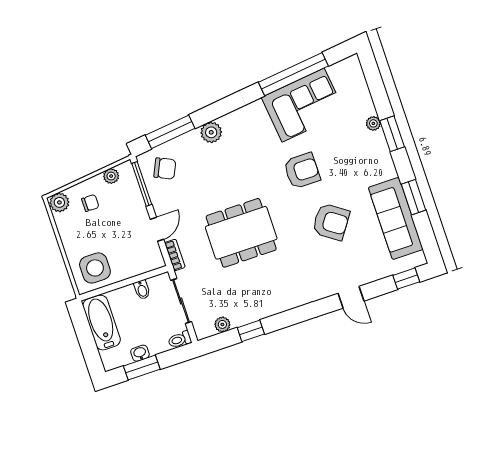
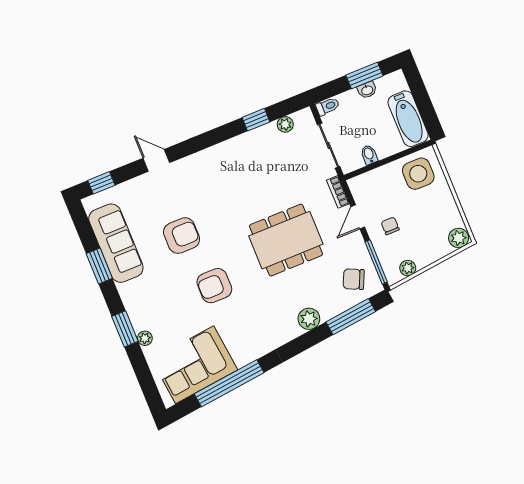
corner sofa: (303, 105) -> (195, 365), moved
chair: (90, 203) -> (390, 226), moved, turned 90
armchair: (331, 222) -> (182, 236), turned 145
dining table: (241, 233) -> (286, 240), moved

